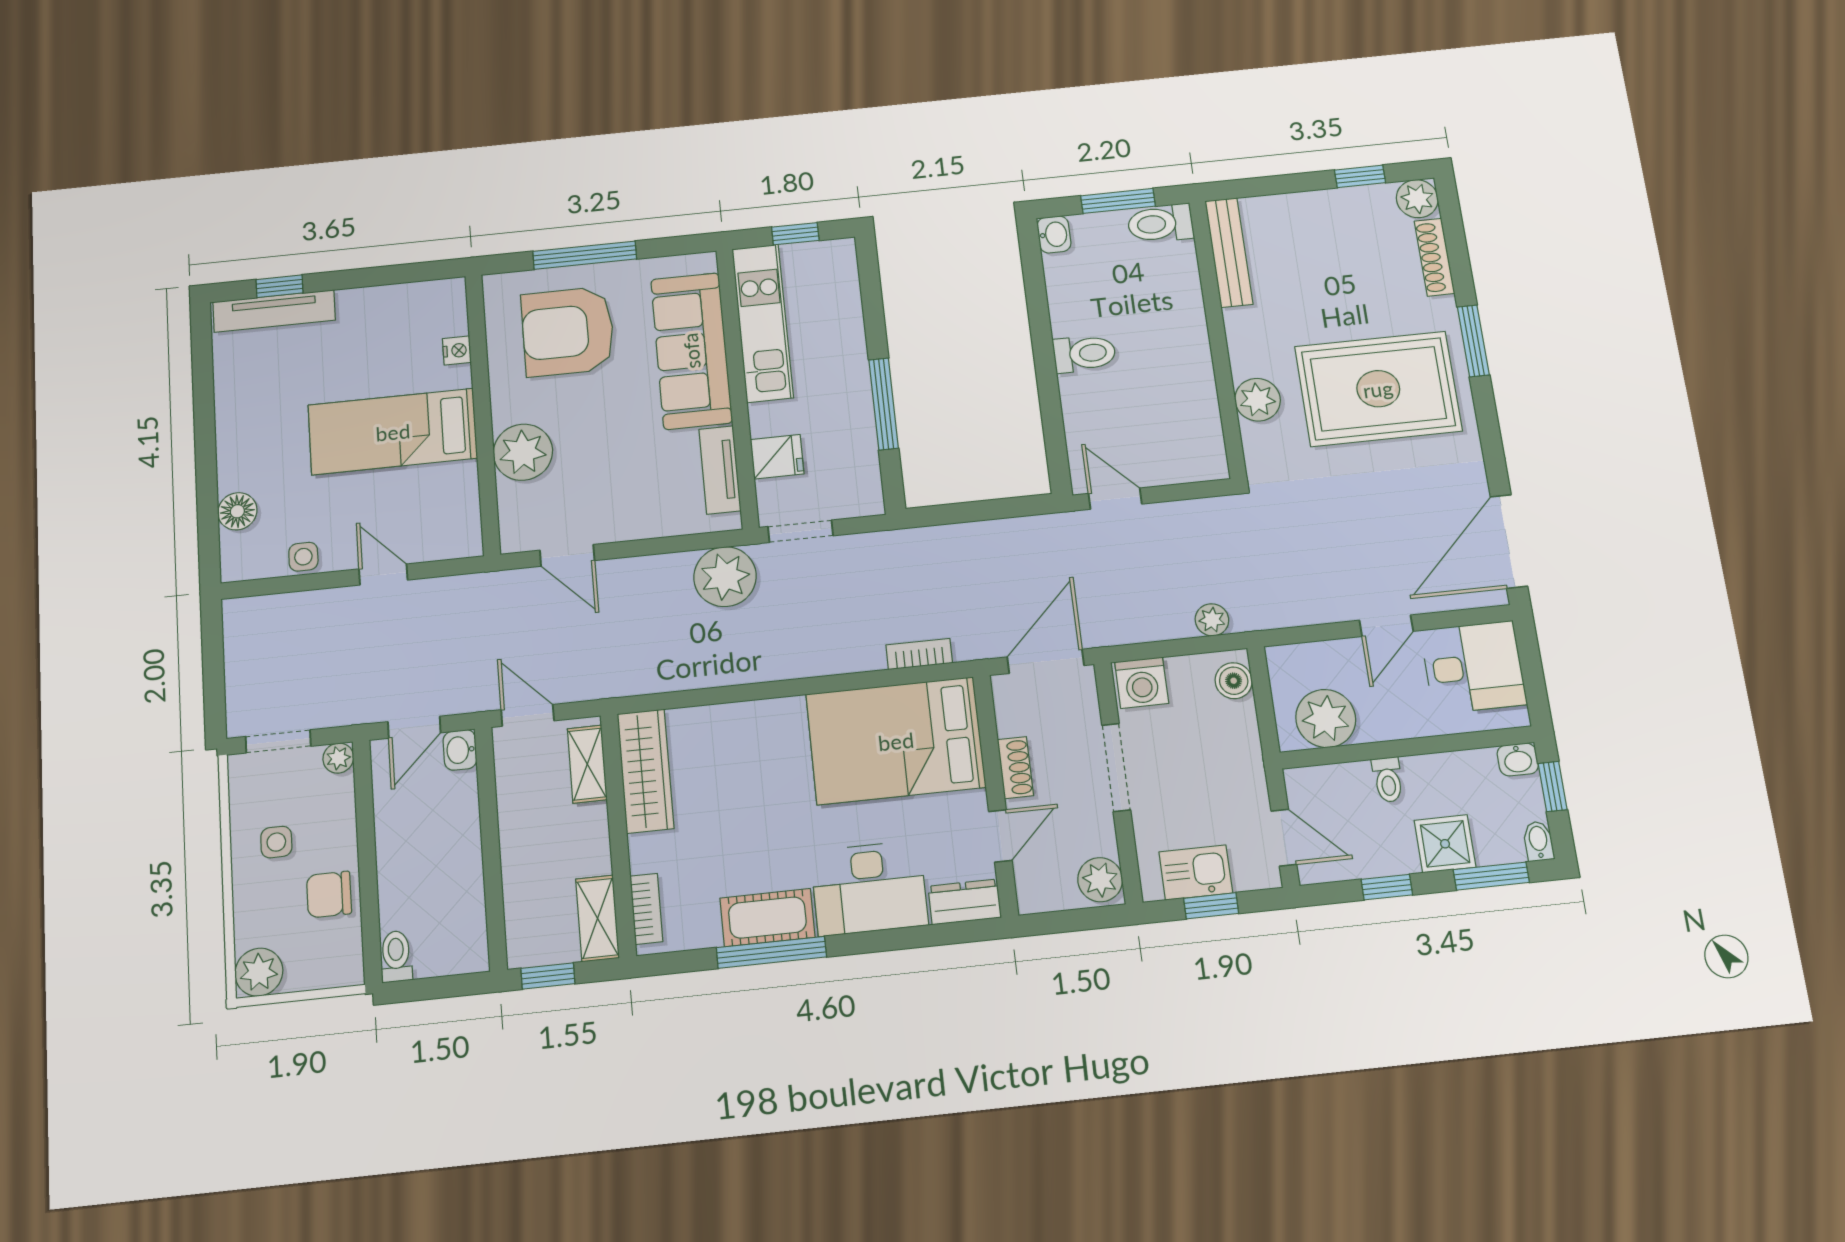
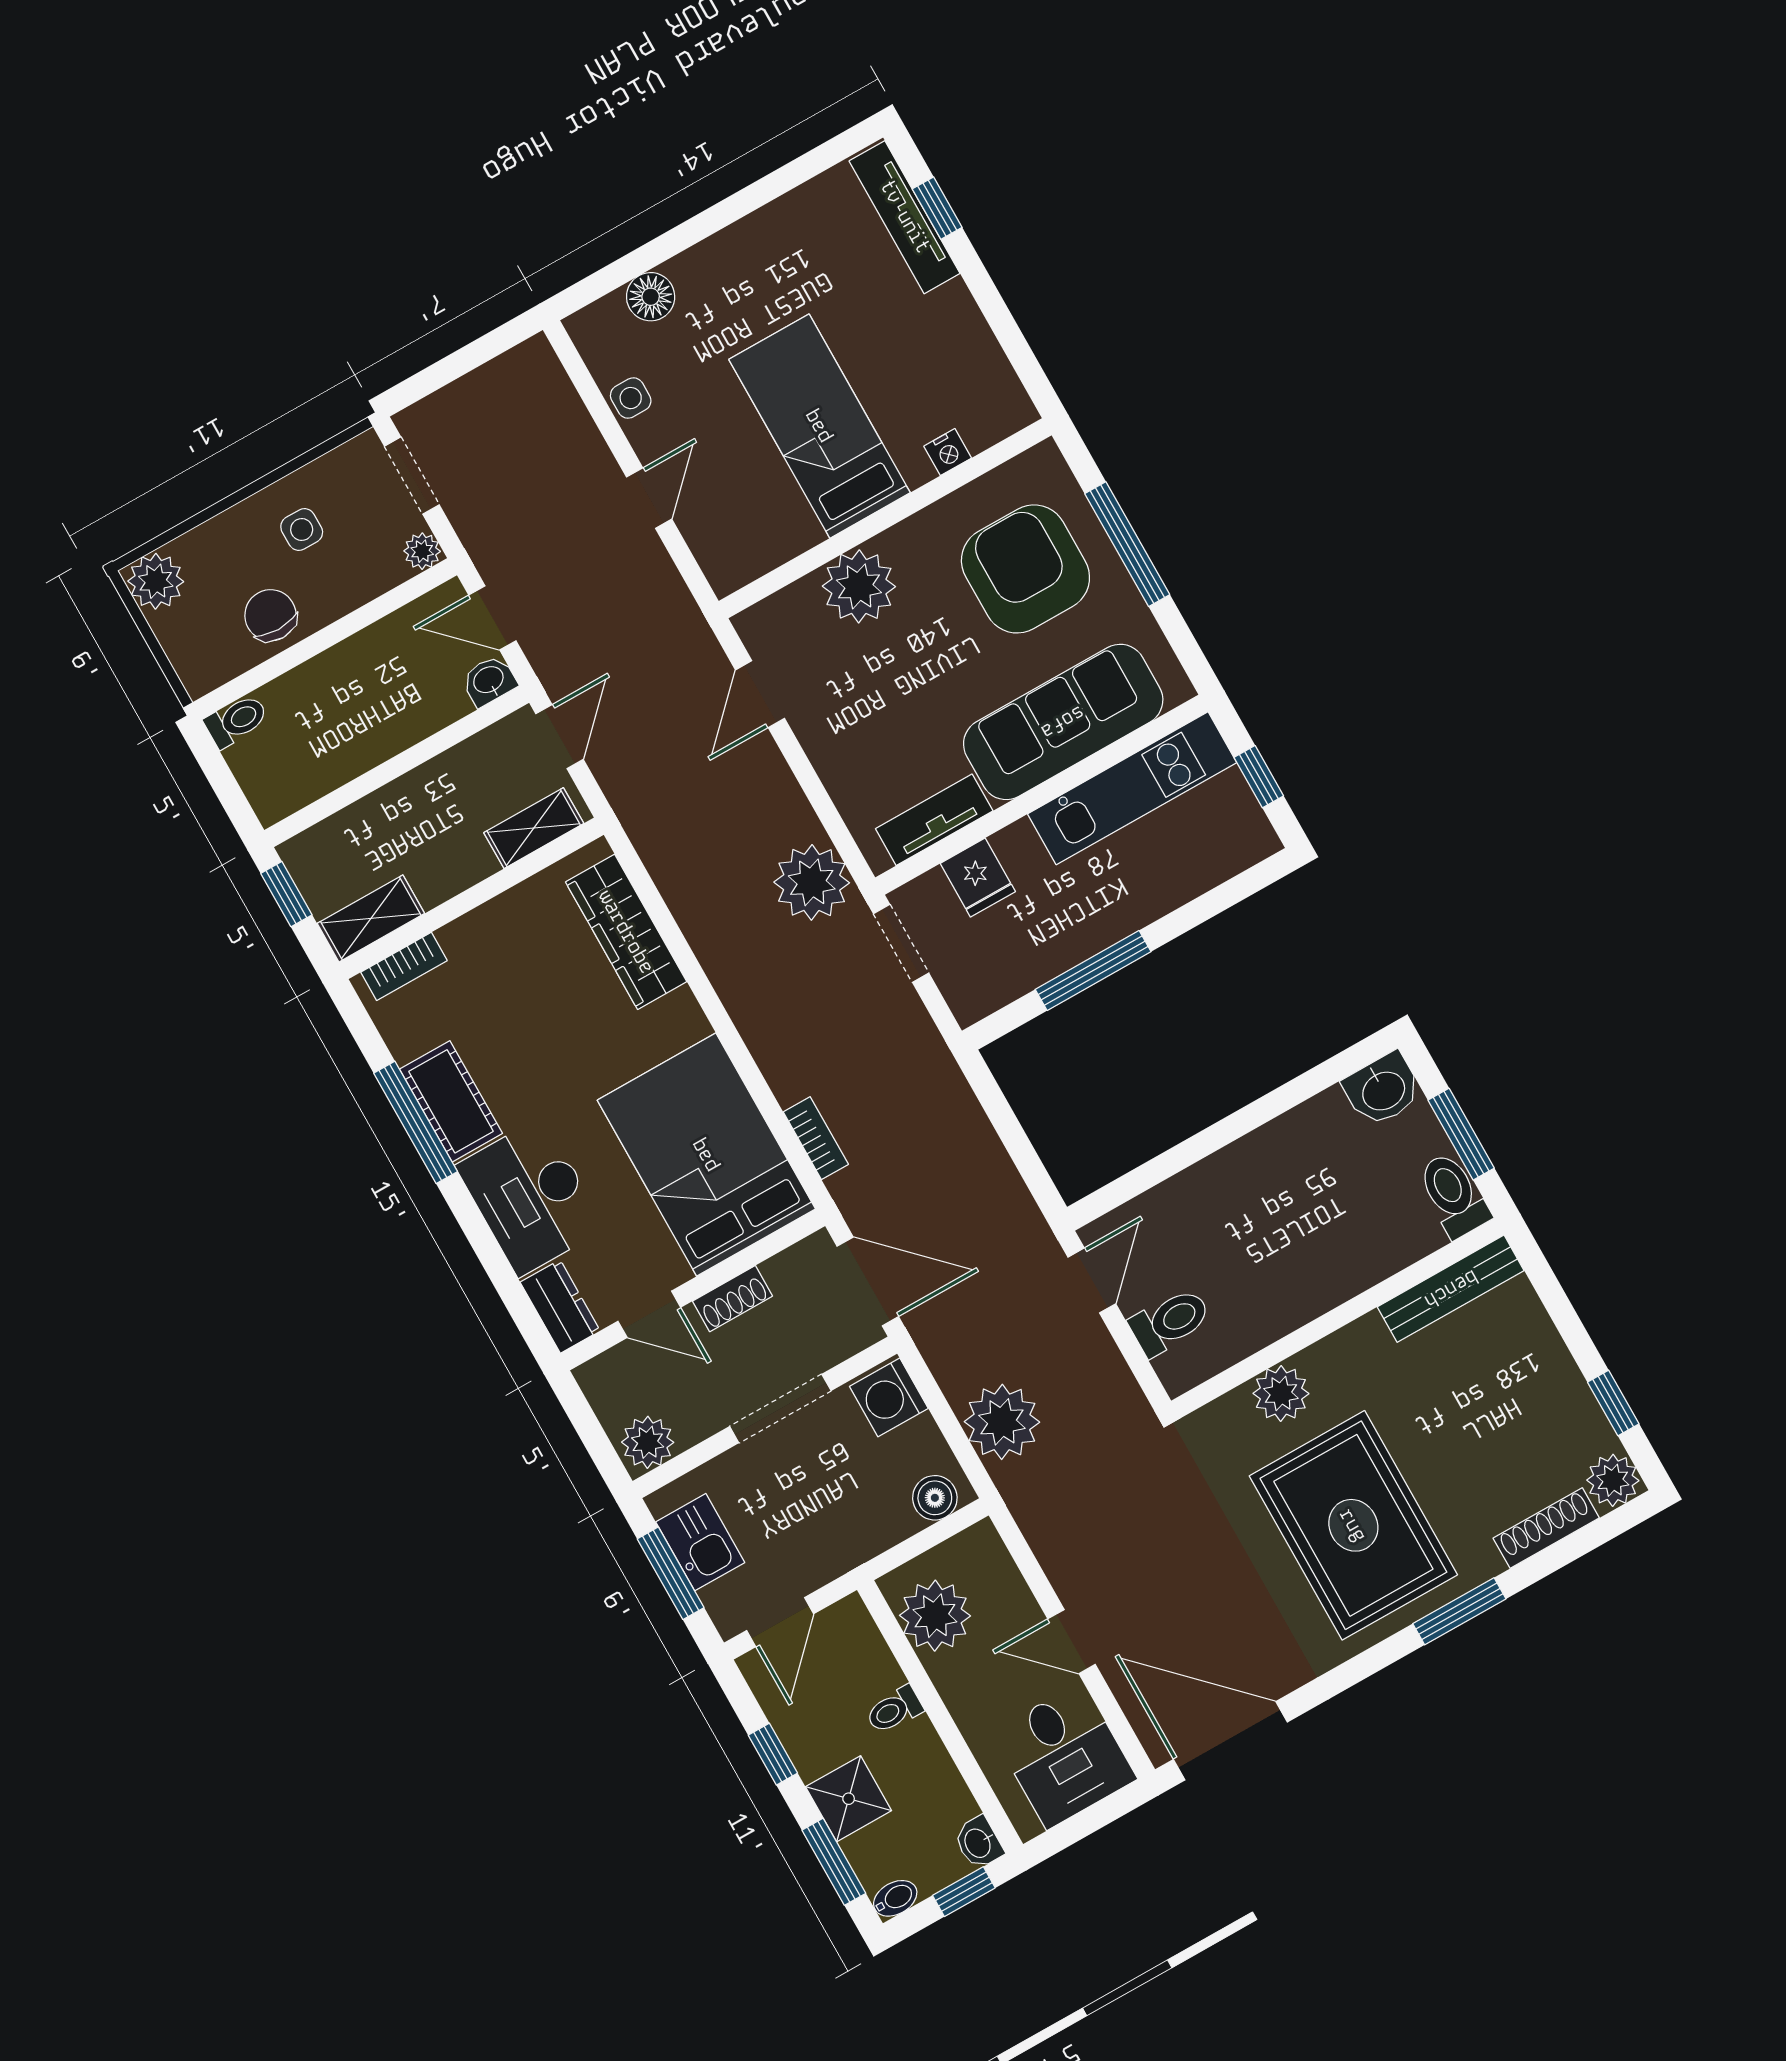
washbasin: (1054, 234) -> (1383, 1090), width x1.38, depth x1.45
toilet: (1084, 354) -> (1170, 1322), moved, turned -90
plant: (1212, 620) -> (1002, 1422), width x1.87, depth x1.87
wardrobe: (645, 771) -> (626, 932), moved, turned 90
window: (1211, 906) -> (671, 1573), width x1.50

